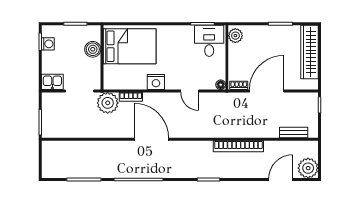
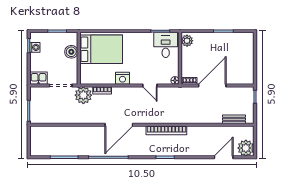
wardrobe: (309, 52) -> (247, 54), removed
door: (151, 139) -> (119, 125), swing flipped
bookcase: (238, 146) -> (166, 130), moved

